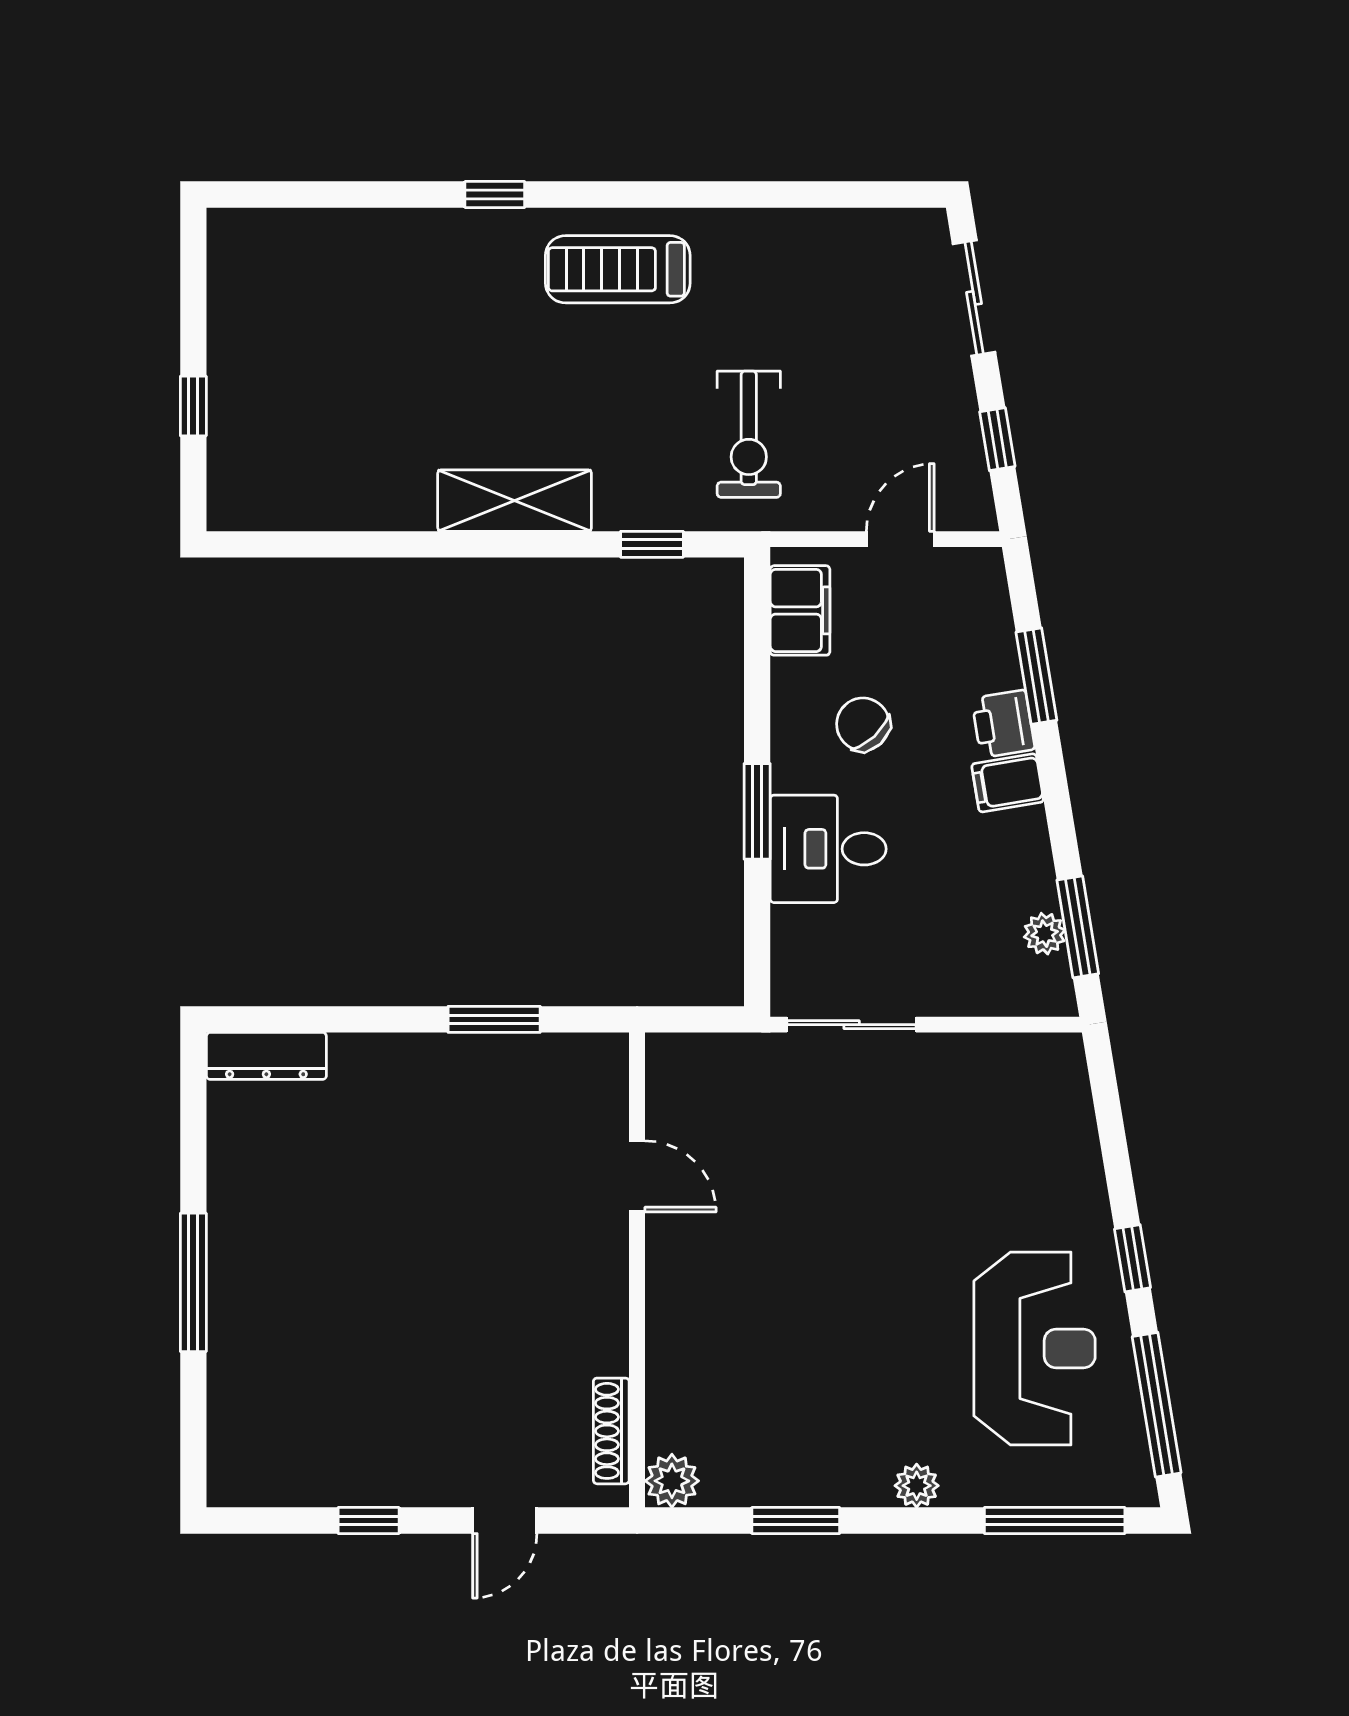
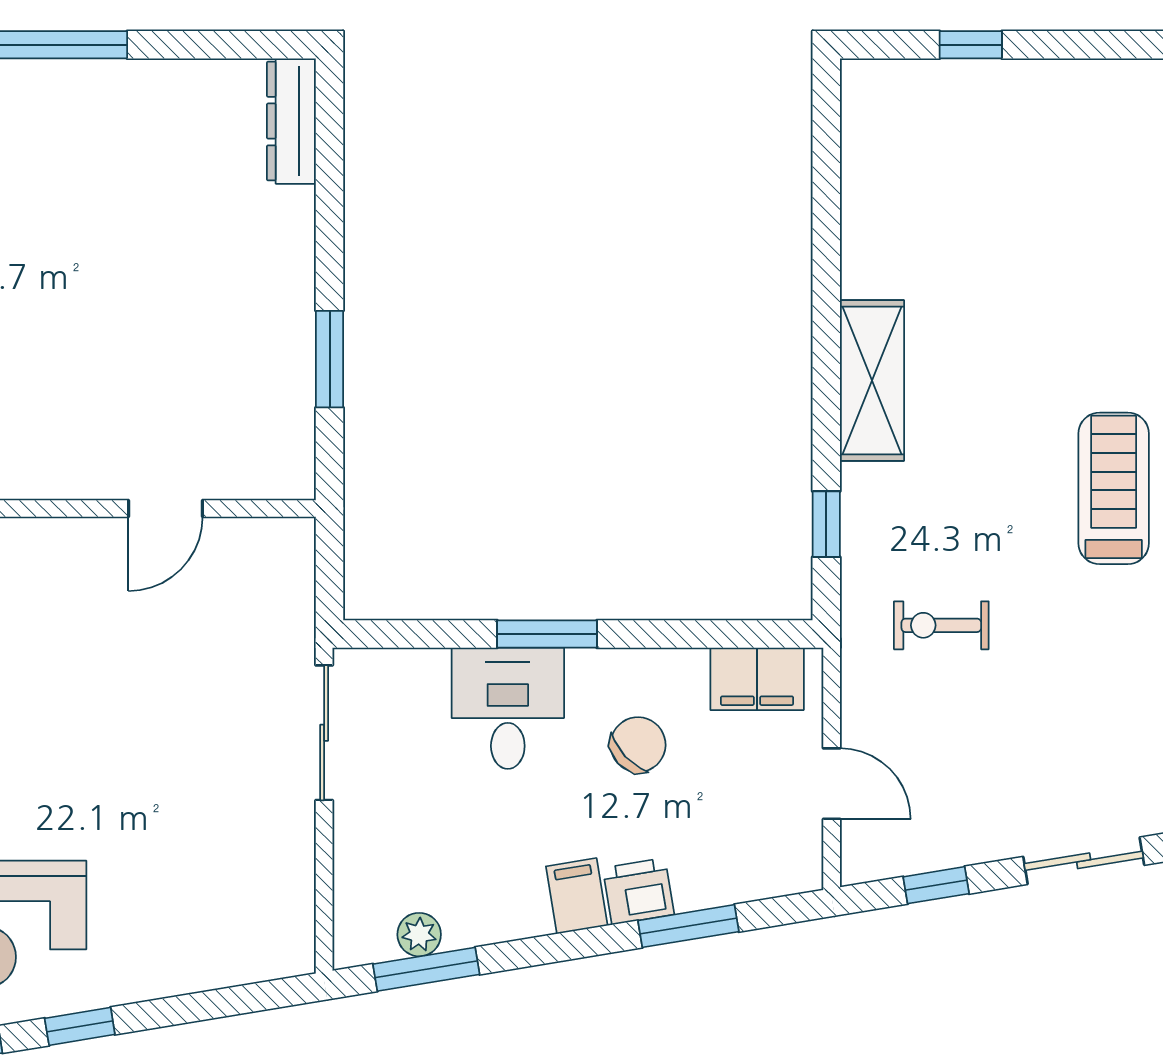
exercise bike: (749, 434) -> (941, 625), width x0.73, depth x0.72

